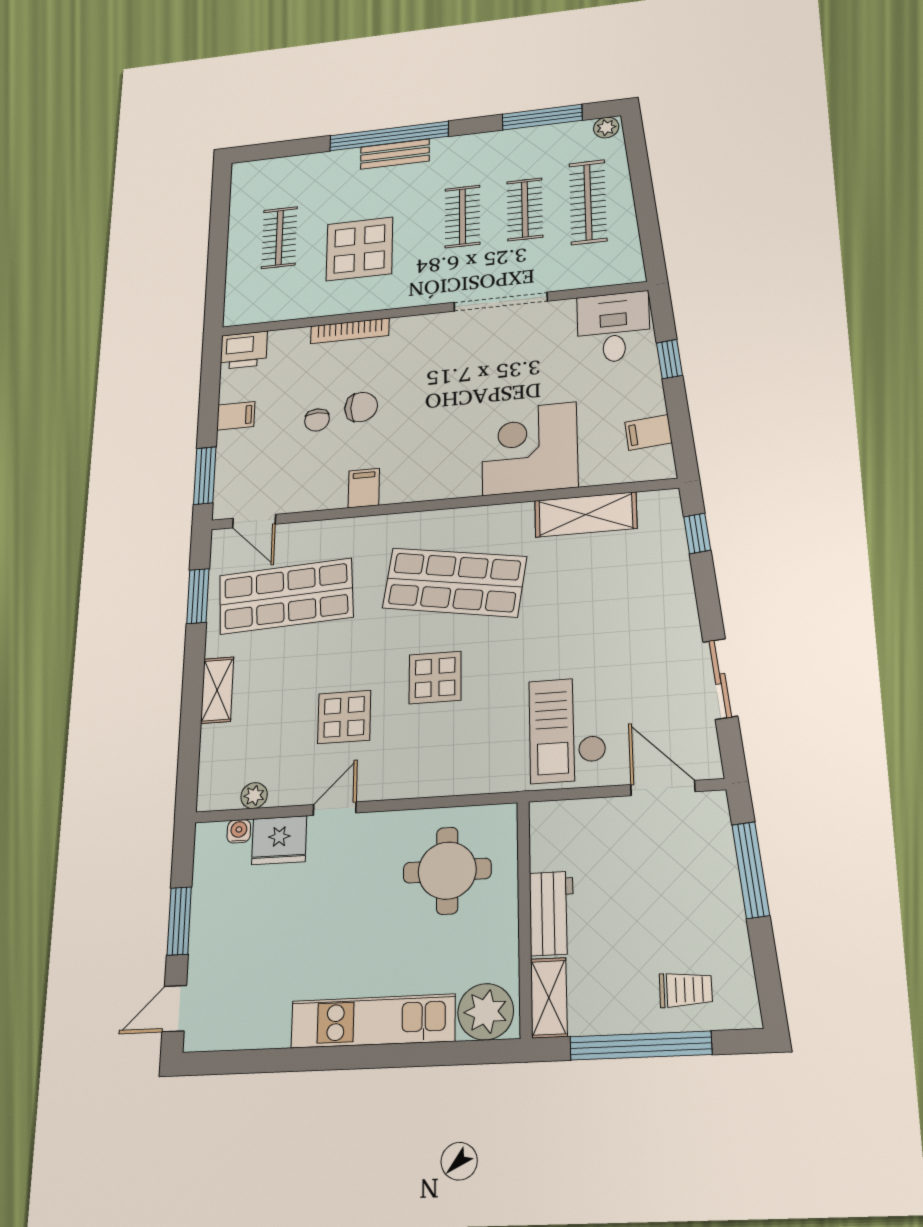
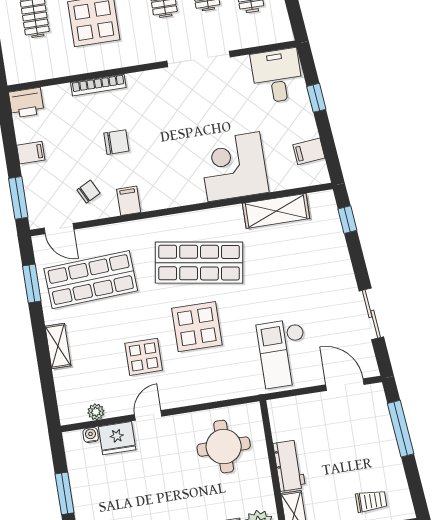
chair: (317, 420) -> (88, 192), moved, turned -117
display table: (435, 677) -> (197, 327), width x1.36, depth x1.36

